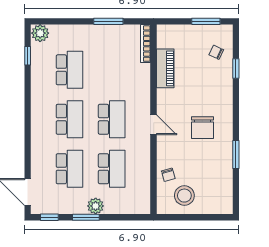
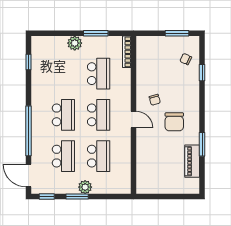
plant: (40, 33) -> (75, 43), moved
piano: (165, 68) -> (192, 161), moved, turned 180
school desk: (69, 70) -> (99, 74), moved
window: (28, 138) -> (29, 131), added
chair: (168, 175) -> (155, 100), moved
stool: (184, 196) -> (159, 178), removed

